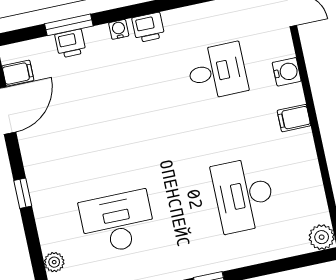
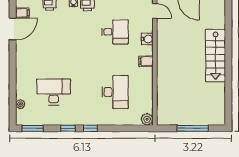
window: (23, 193) -> (13, 69), removed
desk: (244, 195) -> (115, 92), turned 180

